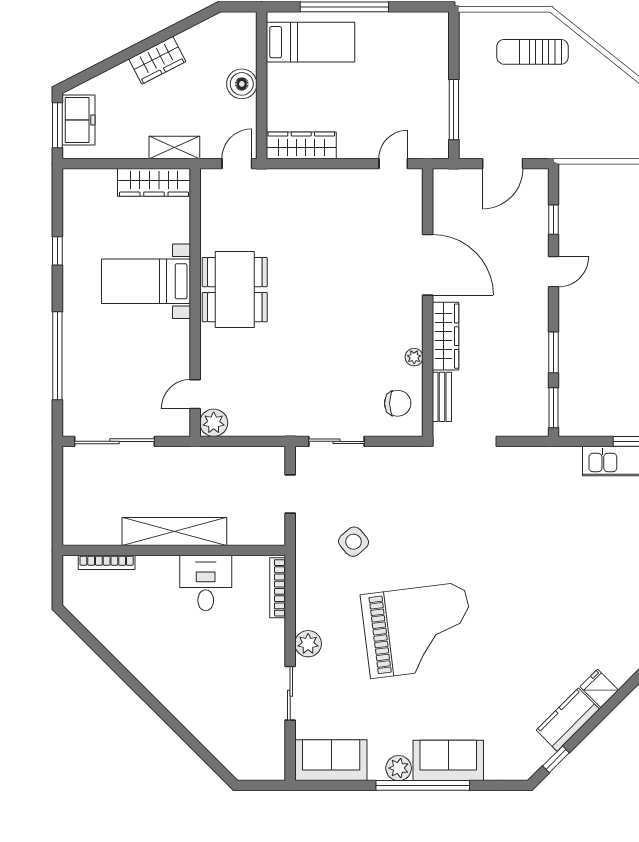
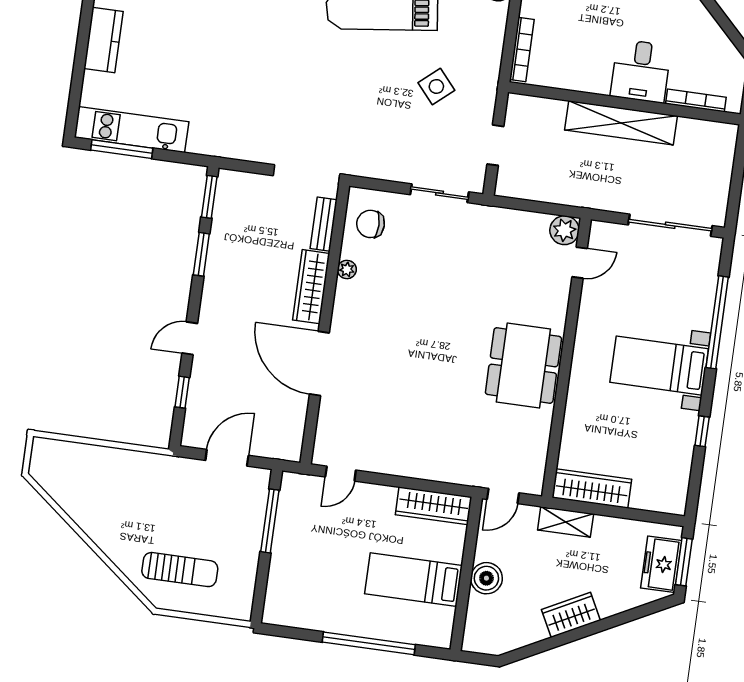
bed: (310, 42) -> (413, 580), moved
bed with nightstands: (146, 281) -> (659, 366), moved, turned 180
desk: (206, 583) -> (641, 71), moved

